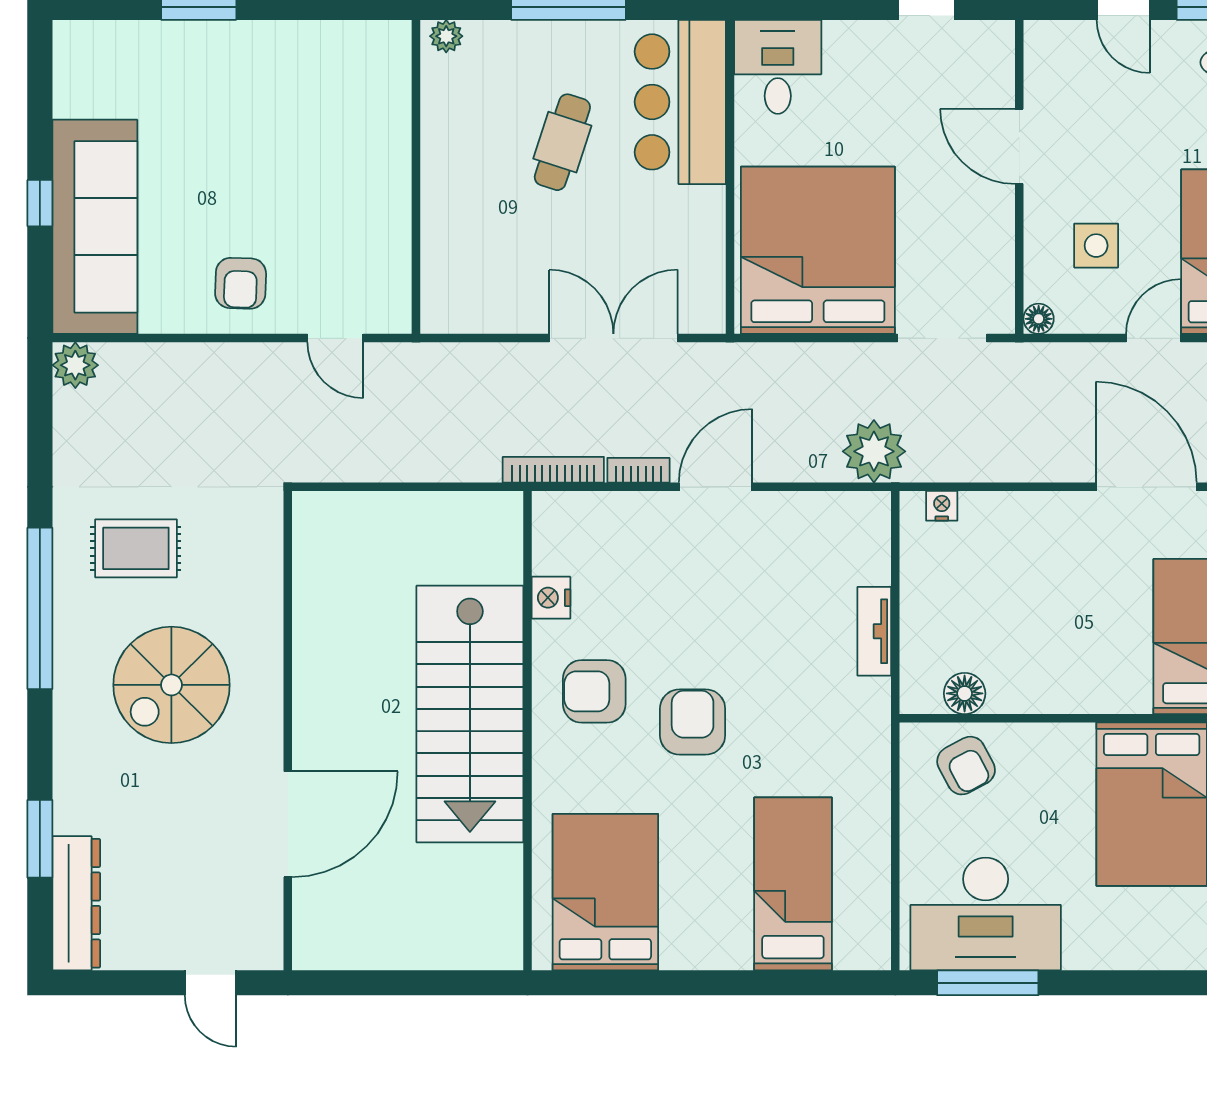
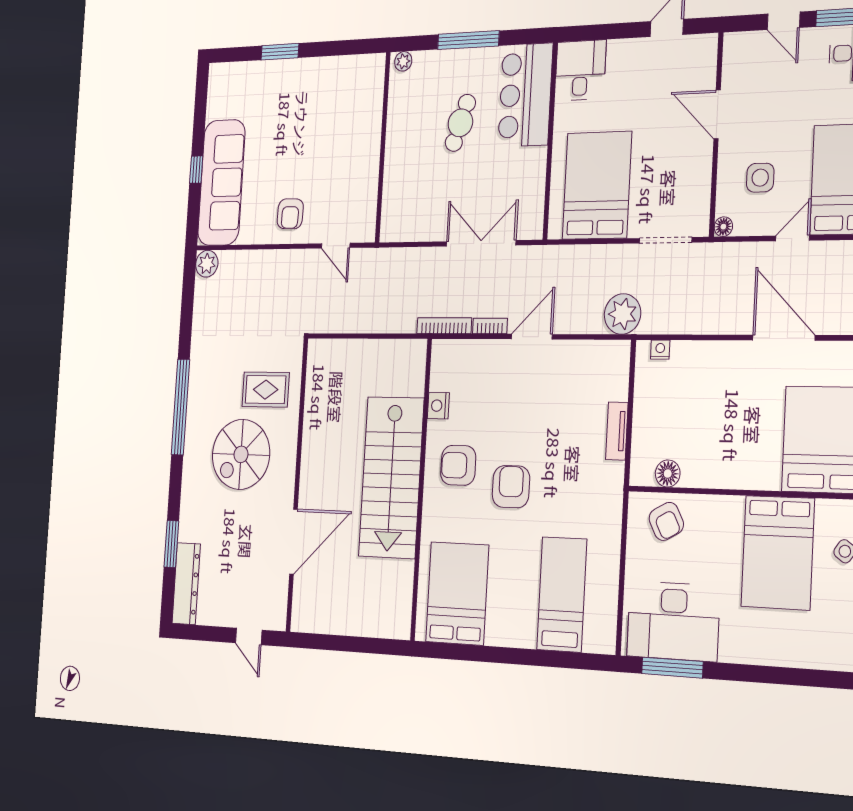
bed: (818, 250) -> (597, 185), width x0.73
rug: (136, 548) -> (266, 390), moved

